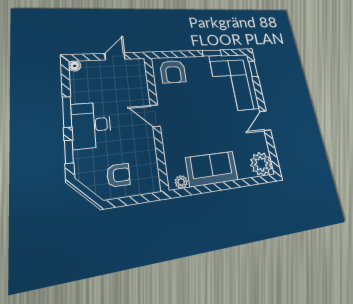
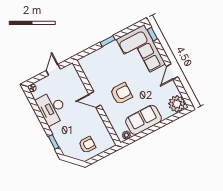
window: (212, 53) -> (108, 41), moved
armchair: (173, 72) -> (121, 93), moved, turned -90
window: (67, 112) -> (42, 119), removed
desk: (91, 125) -> (52, 108), moved

